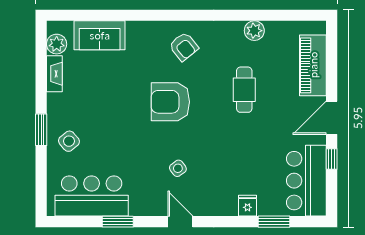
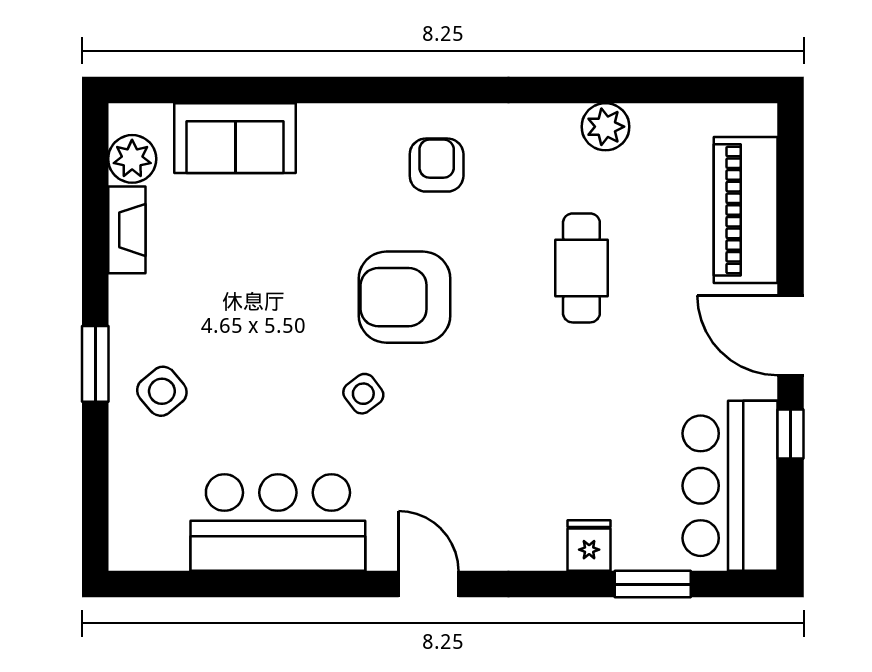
armchair: (184, 47) -> (437, 165), turned -141
door: (332, 118) -> (791, 335), hinge flipped
side table: (178, 168) -> (363, 394), moved
bar counter: (92, 196) -> (278, 523), moved
window: (118, 222) -> (279, 584), removed

